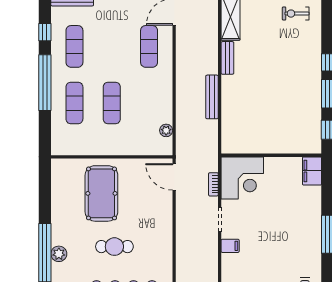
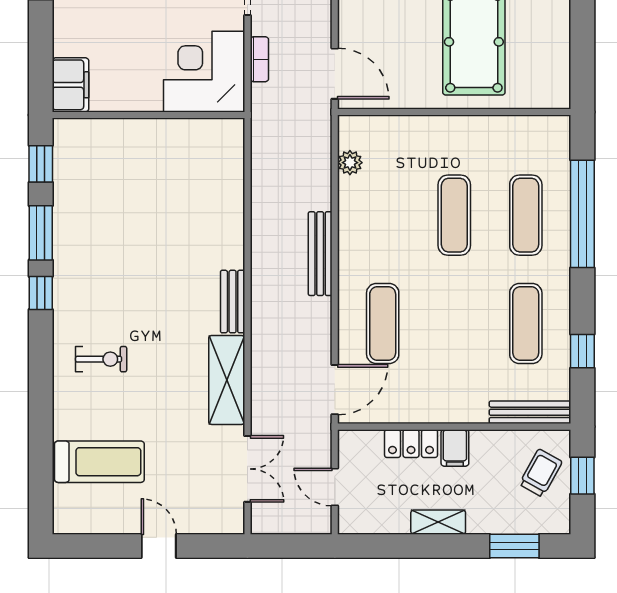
exercise bike: (296, 14) -> (101, 359), moved
window: (45, 83) -> (582, 214), moved
bench: (212, 97) -> (320, 254), moved

